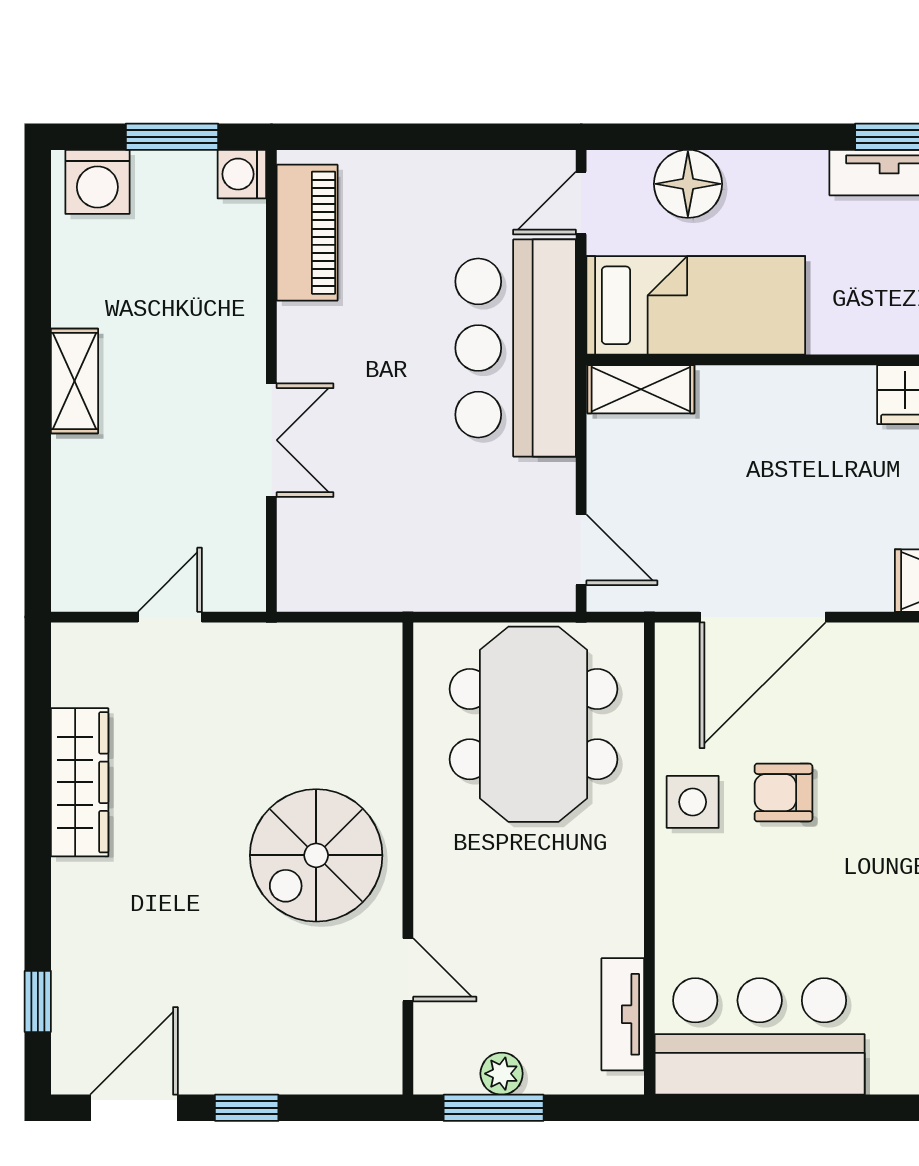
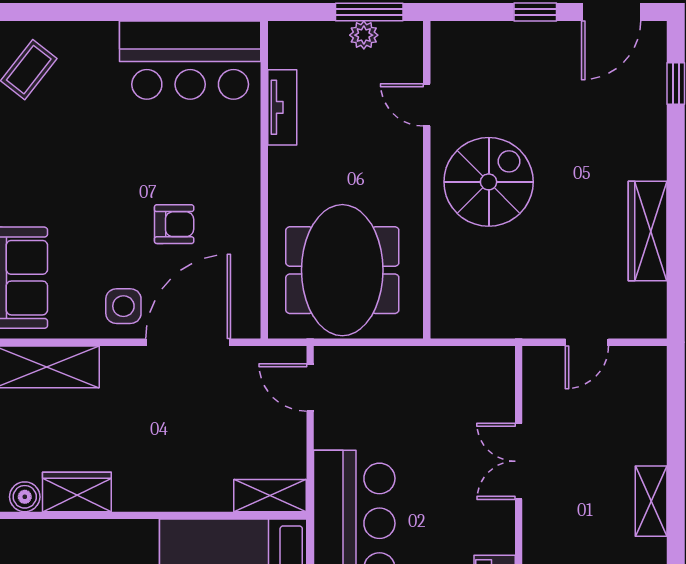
side table: (693, 802) -> (123, 306), moved
tv unit: (623, 1014) -> (282, 107), moved

